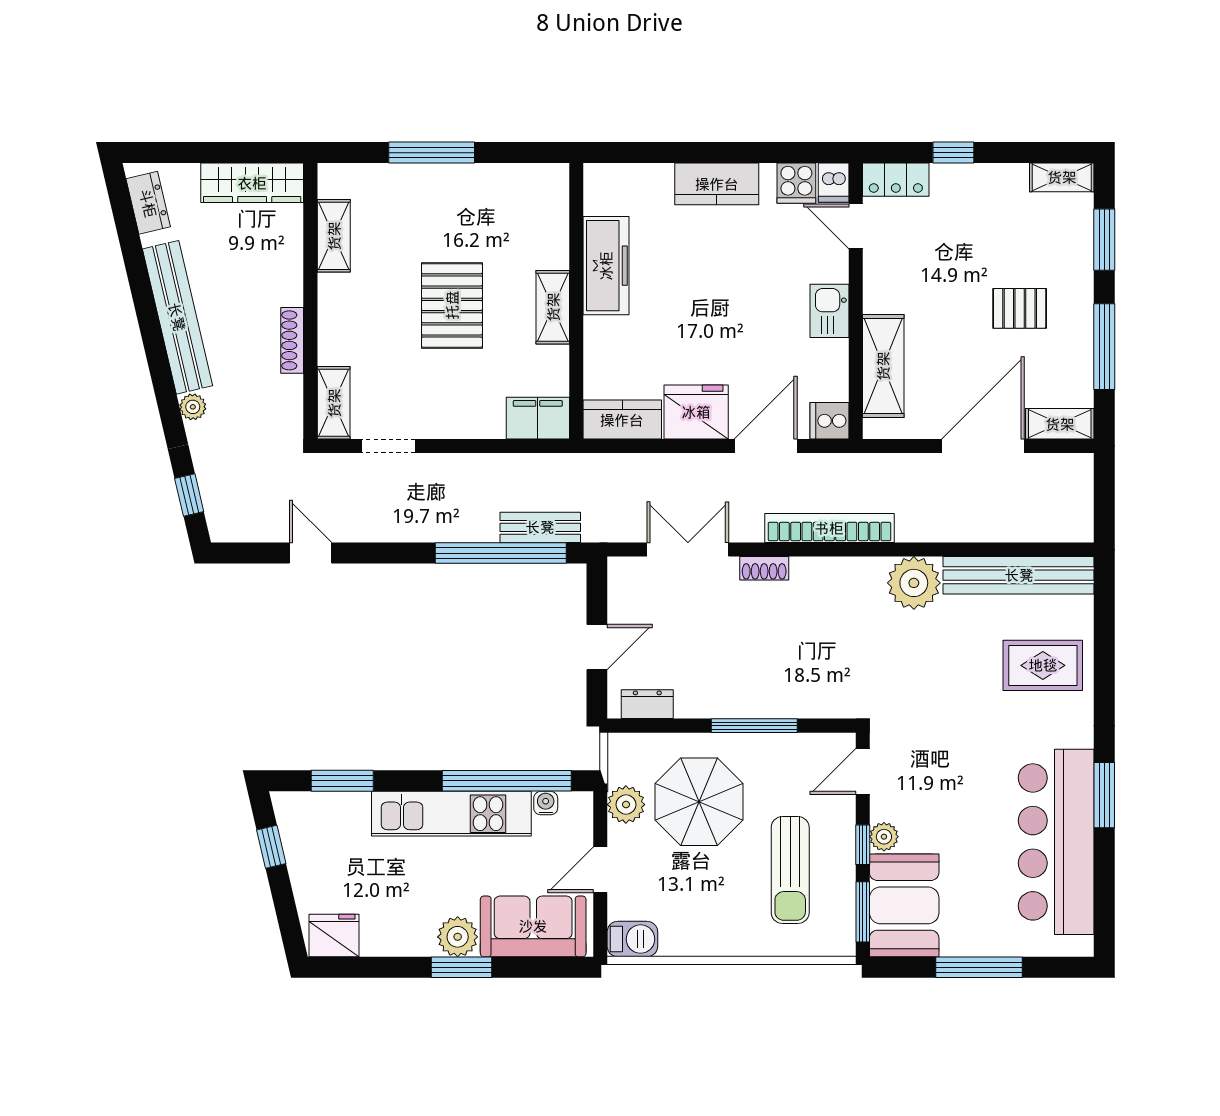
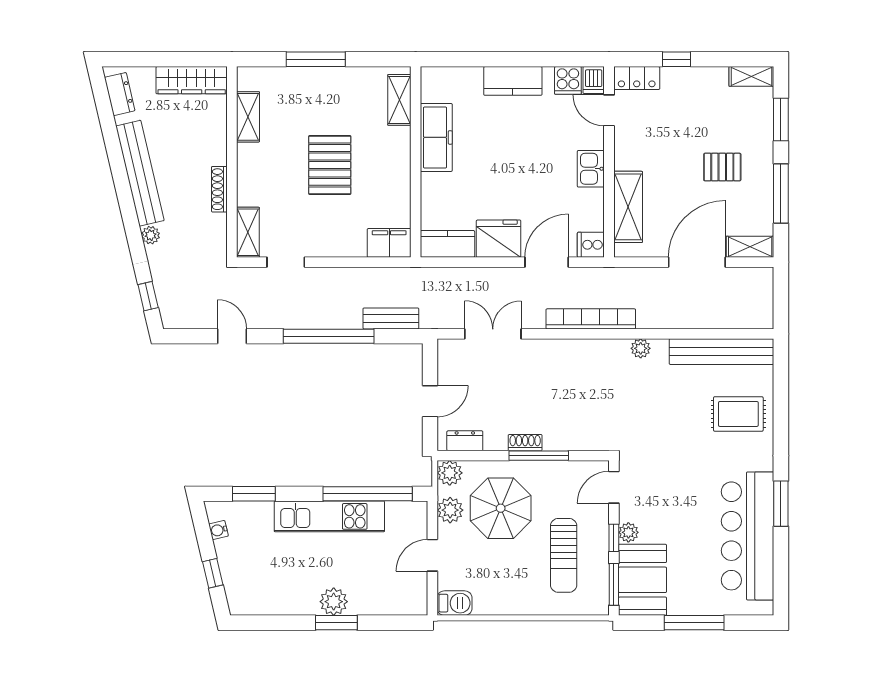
shelving: (553, 307) -> (399, 100), moved
window: (501, 553) -> (329, 336), moved
shoe rack: (764, 568) -> (525, 443), moved, turned 180
plant: (914, 583) -> (641, 348), width x0.53, depth x0.53
plant: (625, 751) -> (450, 473), added
water cooler: (546, 803) -> (218, 530), moved, turned -103
window: (271, 847) -> (213, 573), moved
sofa: (533, 926) -> (386, 594), removed
fridge: (334, 935) -> (248, 601), removed

